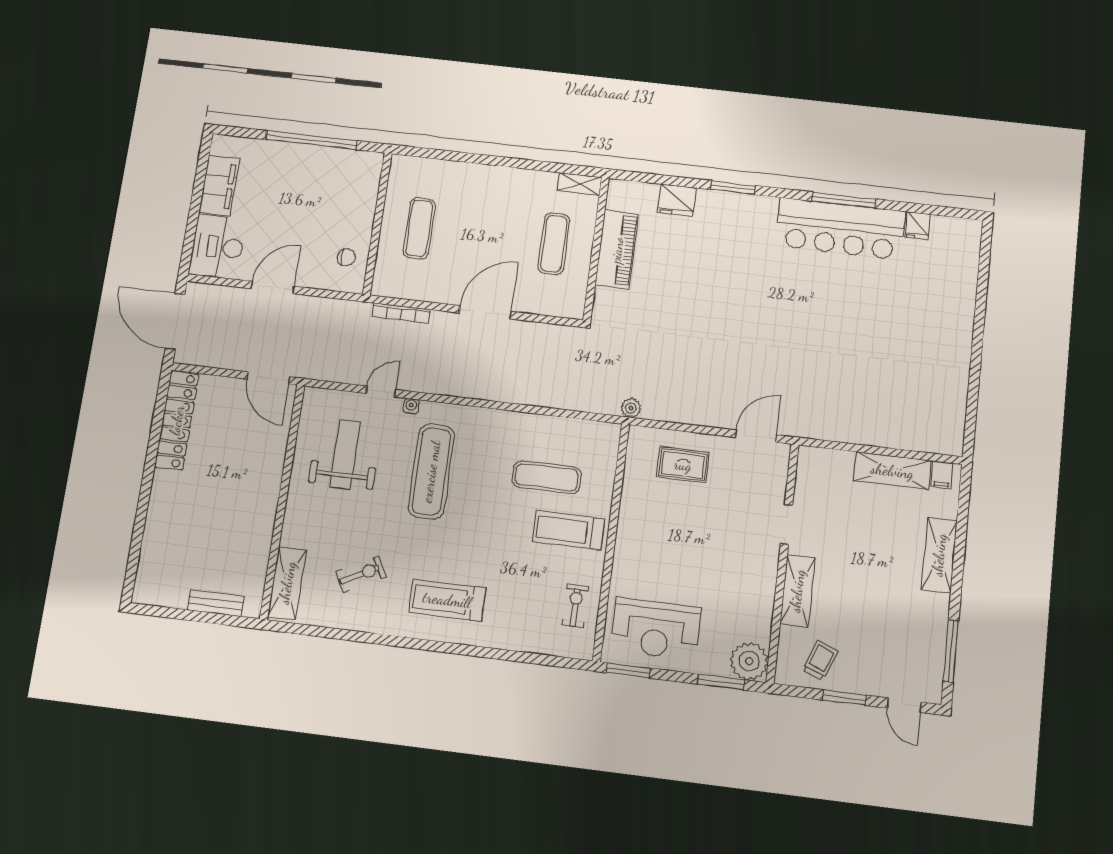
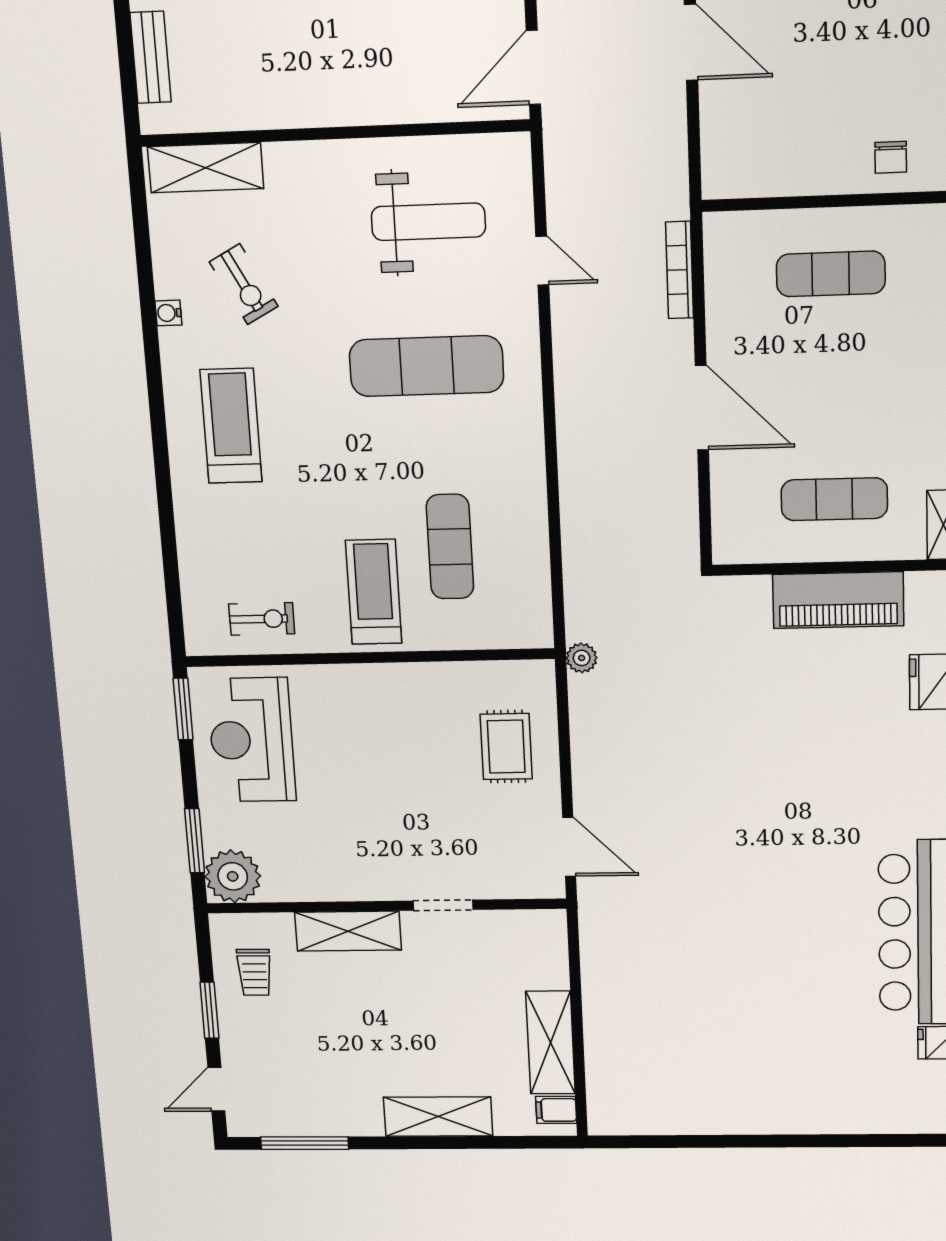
chair: (346, 257) -> (891, 157), moved
water cooler: (411, 406) -> (168, 313), moved, turned 180
trolley: (820, 660) -> (255, 972), turned 68

